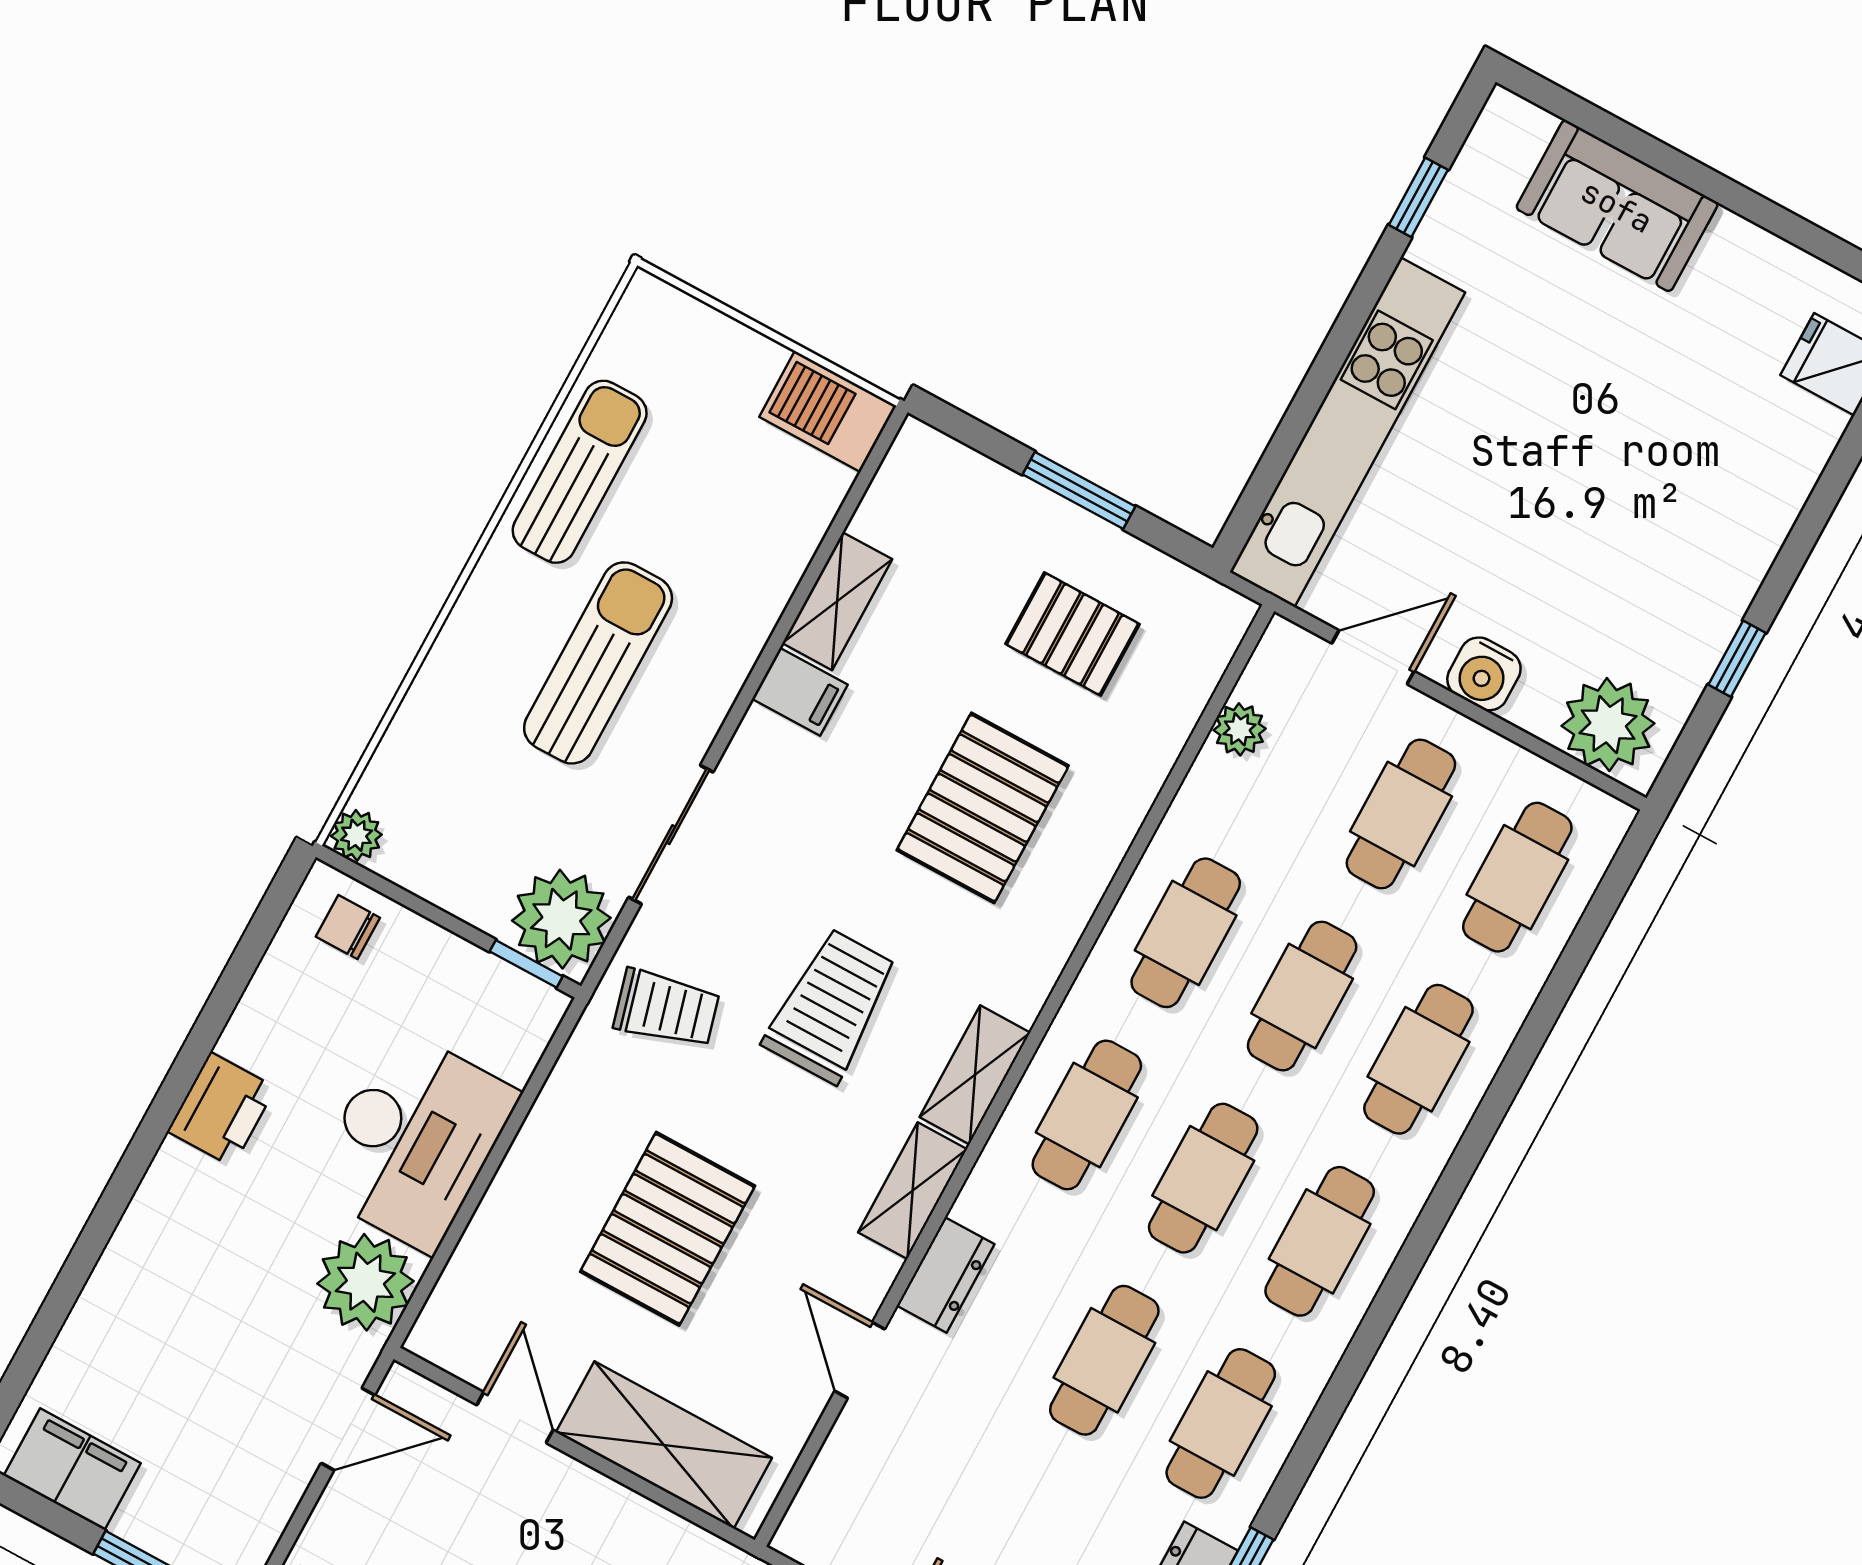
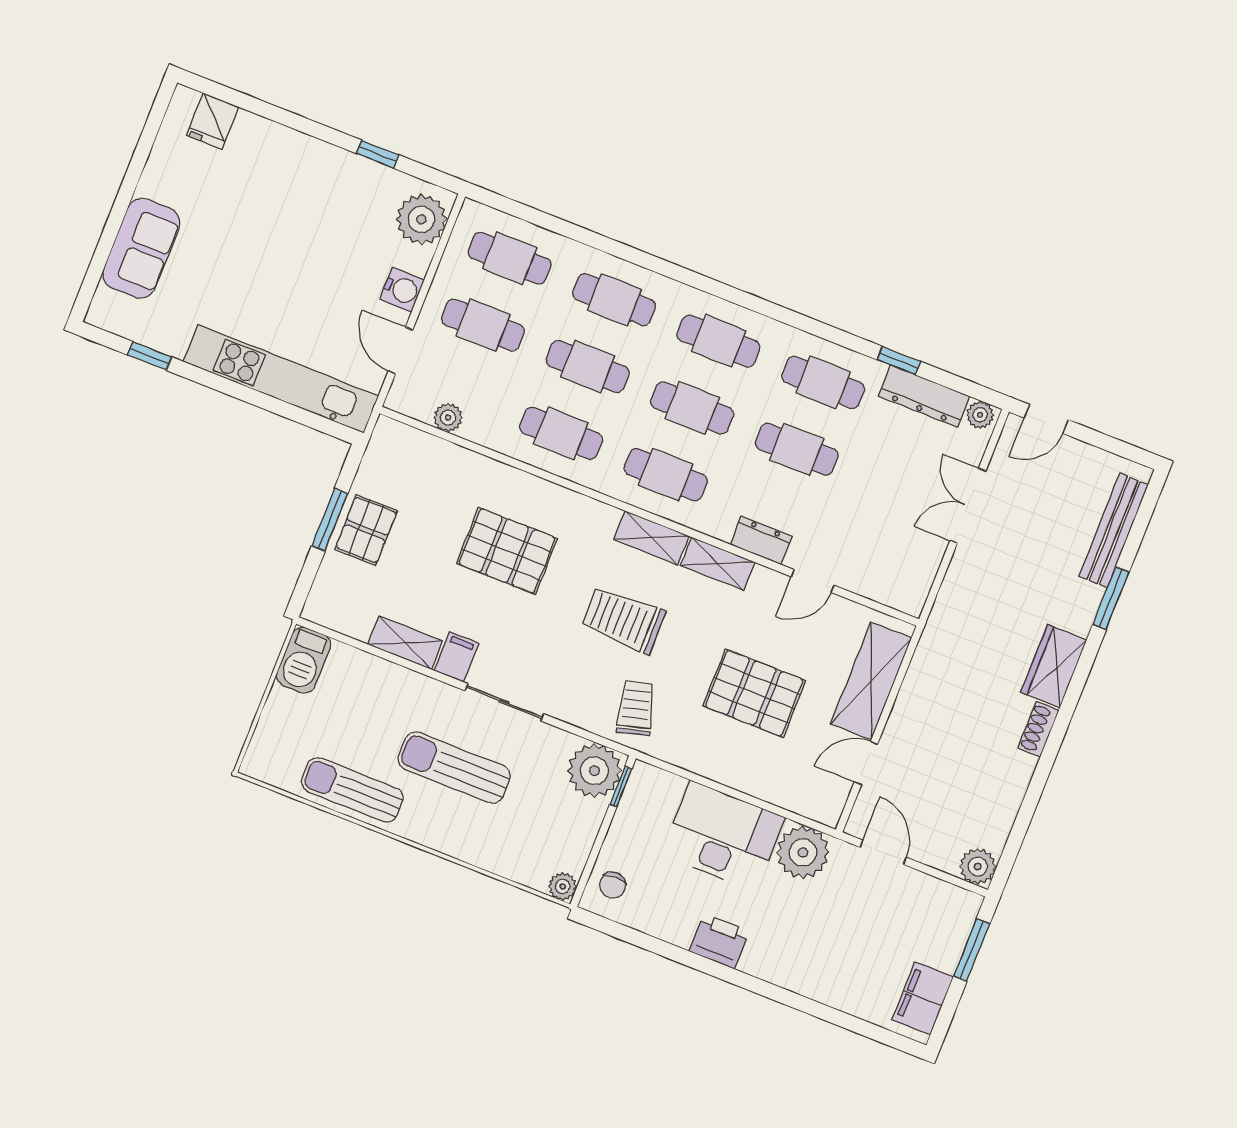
pallet: (1072, 634) -> (366, 530), moved
sliding door: (671, 835) -> (504, 702), moved

